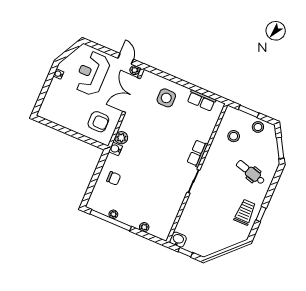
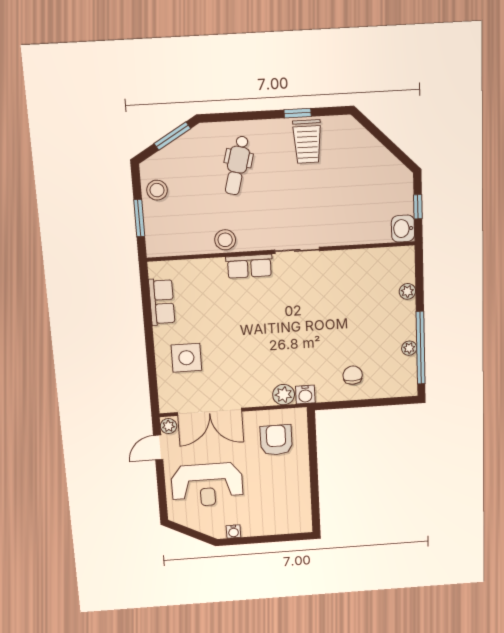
stool: (234, 136) -> (225, 240), moved
trolley: (245, 212) -> (307, 142), turned -90

